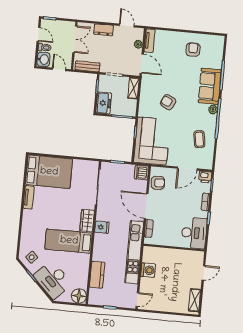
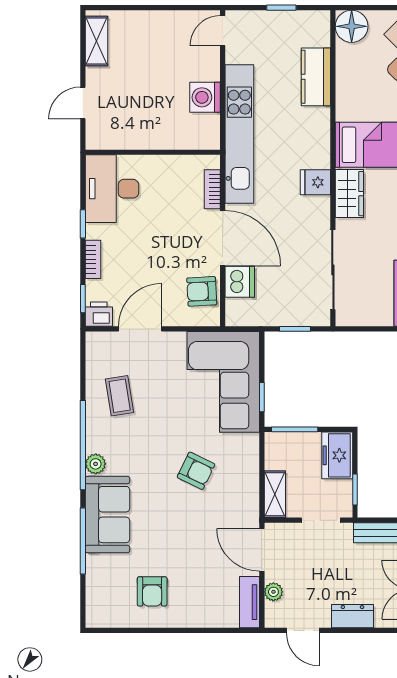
dishwasher: (142, 172) -> (240, 282), moved

